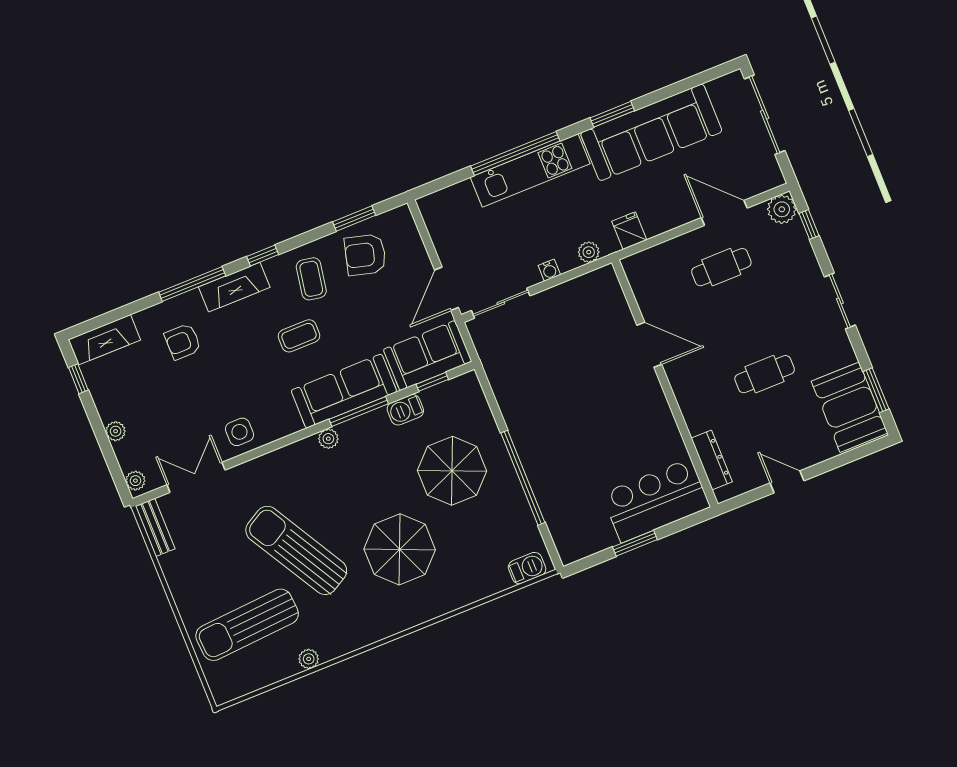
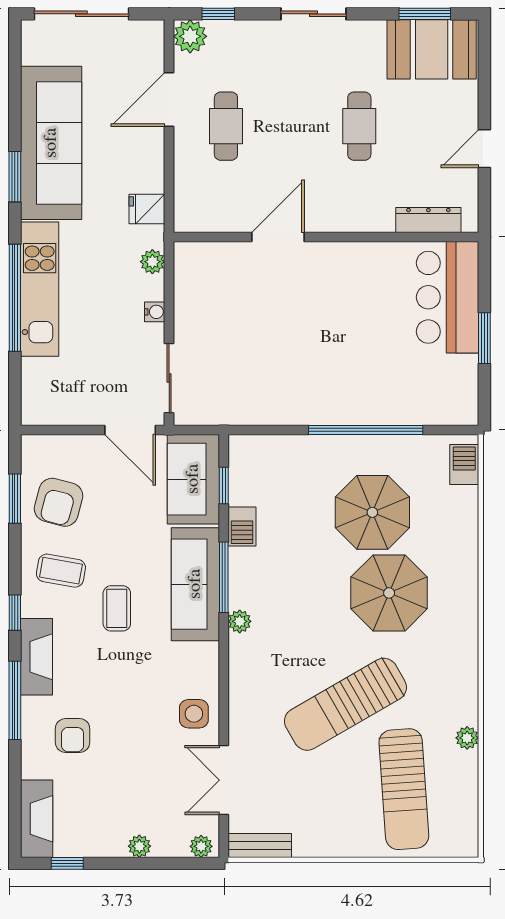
parasol: (452, 471) -> (372, 512), moved

